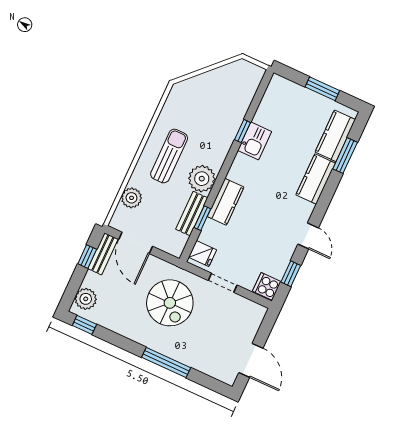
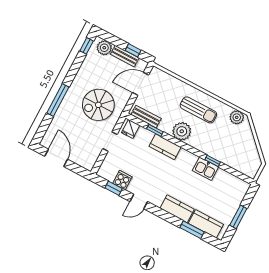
plant: (131, 198) -> (237, 117), moved
bench: (192, 214) -> (146, 117), moved
bench: (103, 254) -> (125, 56), moved
cooker: (267, 286) -> (122, 180), moved
door: (251, 360) -> (56, 158), swing flipped

